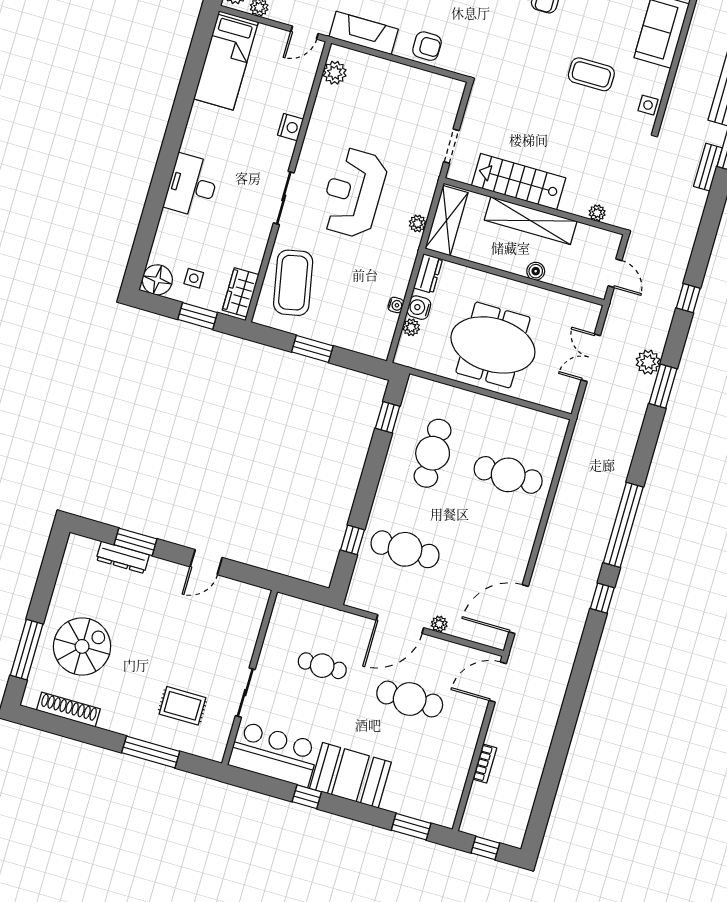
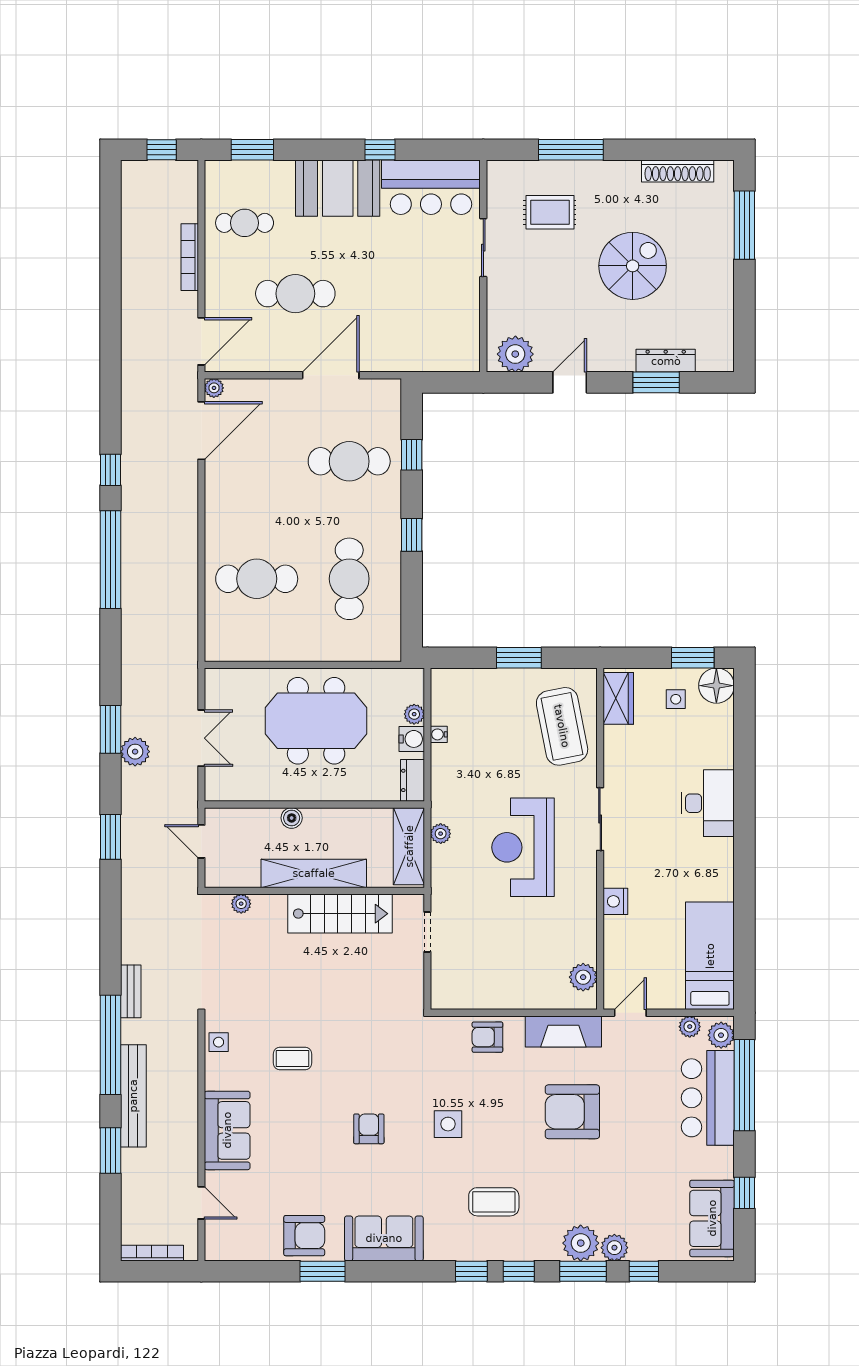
coffee table: (591, 74) -> (293, 1058), width x0.73, depth x0.77
reception desk: (353, 193) -> (523, 847), turned 180
window: (688, 298) -> (110, 837), width x1.50
window: (198, 316) -> (693, 658), moved
window: (388, 417) -> (412, 535), moved
plant: (244, 598) -> (515, 354), added
plant: (439, 624) -> (214, 388), moved
spiral stairs: (82, 646) -> (633, 266), moved, turned 180
cafe table: (322, 666) -> (245, 223), moved
bookcase: (485, 763) -> (190, 257), width x1.56

